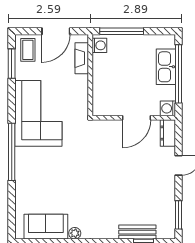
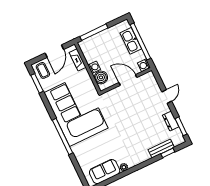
washing machine: (99, 45) -> (94, 67), moved
boiler: (102, 97) -> (101, 77), added
corner sofa: (38, 113) -> (76, 110), width x1.36, depth x1.36
door: (137, 118) -> (128, 80), swing flipped
dresser: (168, 133) -> (171, 121), moved

